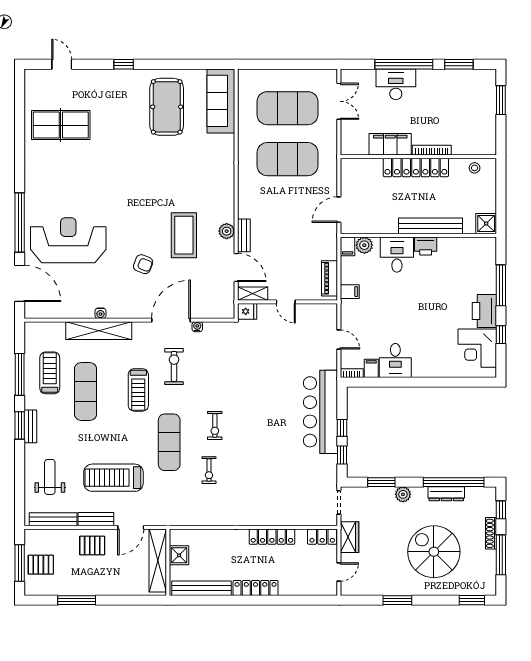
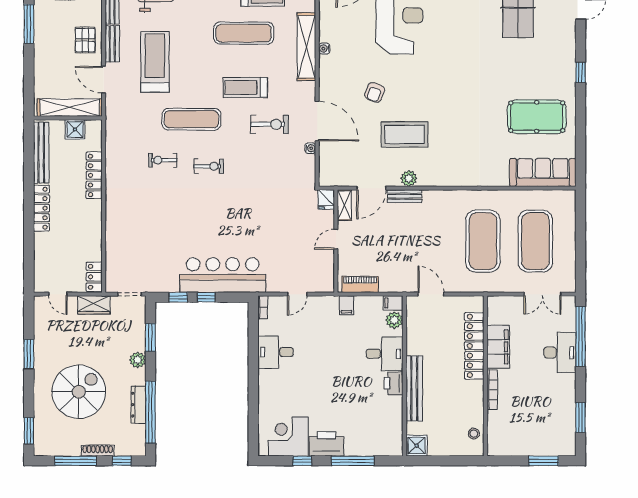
window: (404, 64) -> (581, 336), moved
locker: (416, 167) -> (474, 346), moved
filing cabinet: (371, 368) -> (267, 327), removed
exercise bike: (215, 425) -> (209, 166), turned 180
locker: (272, 537) -> (94, 175), moved

